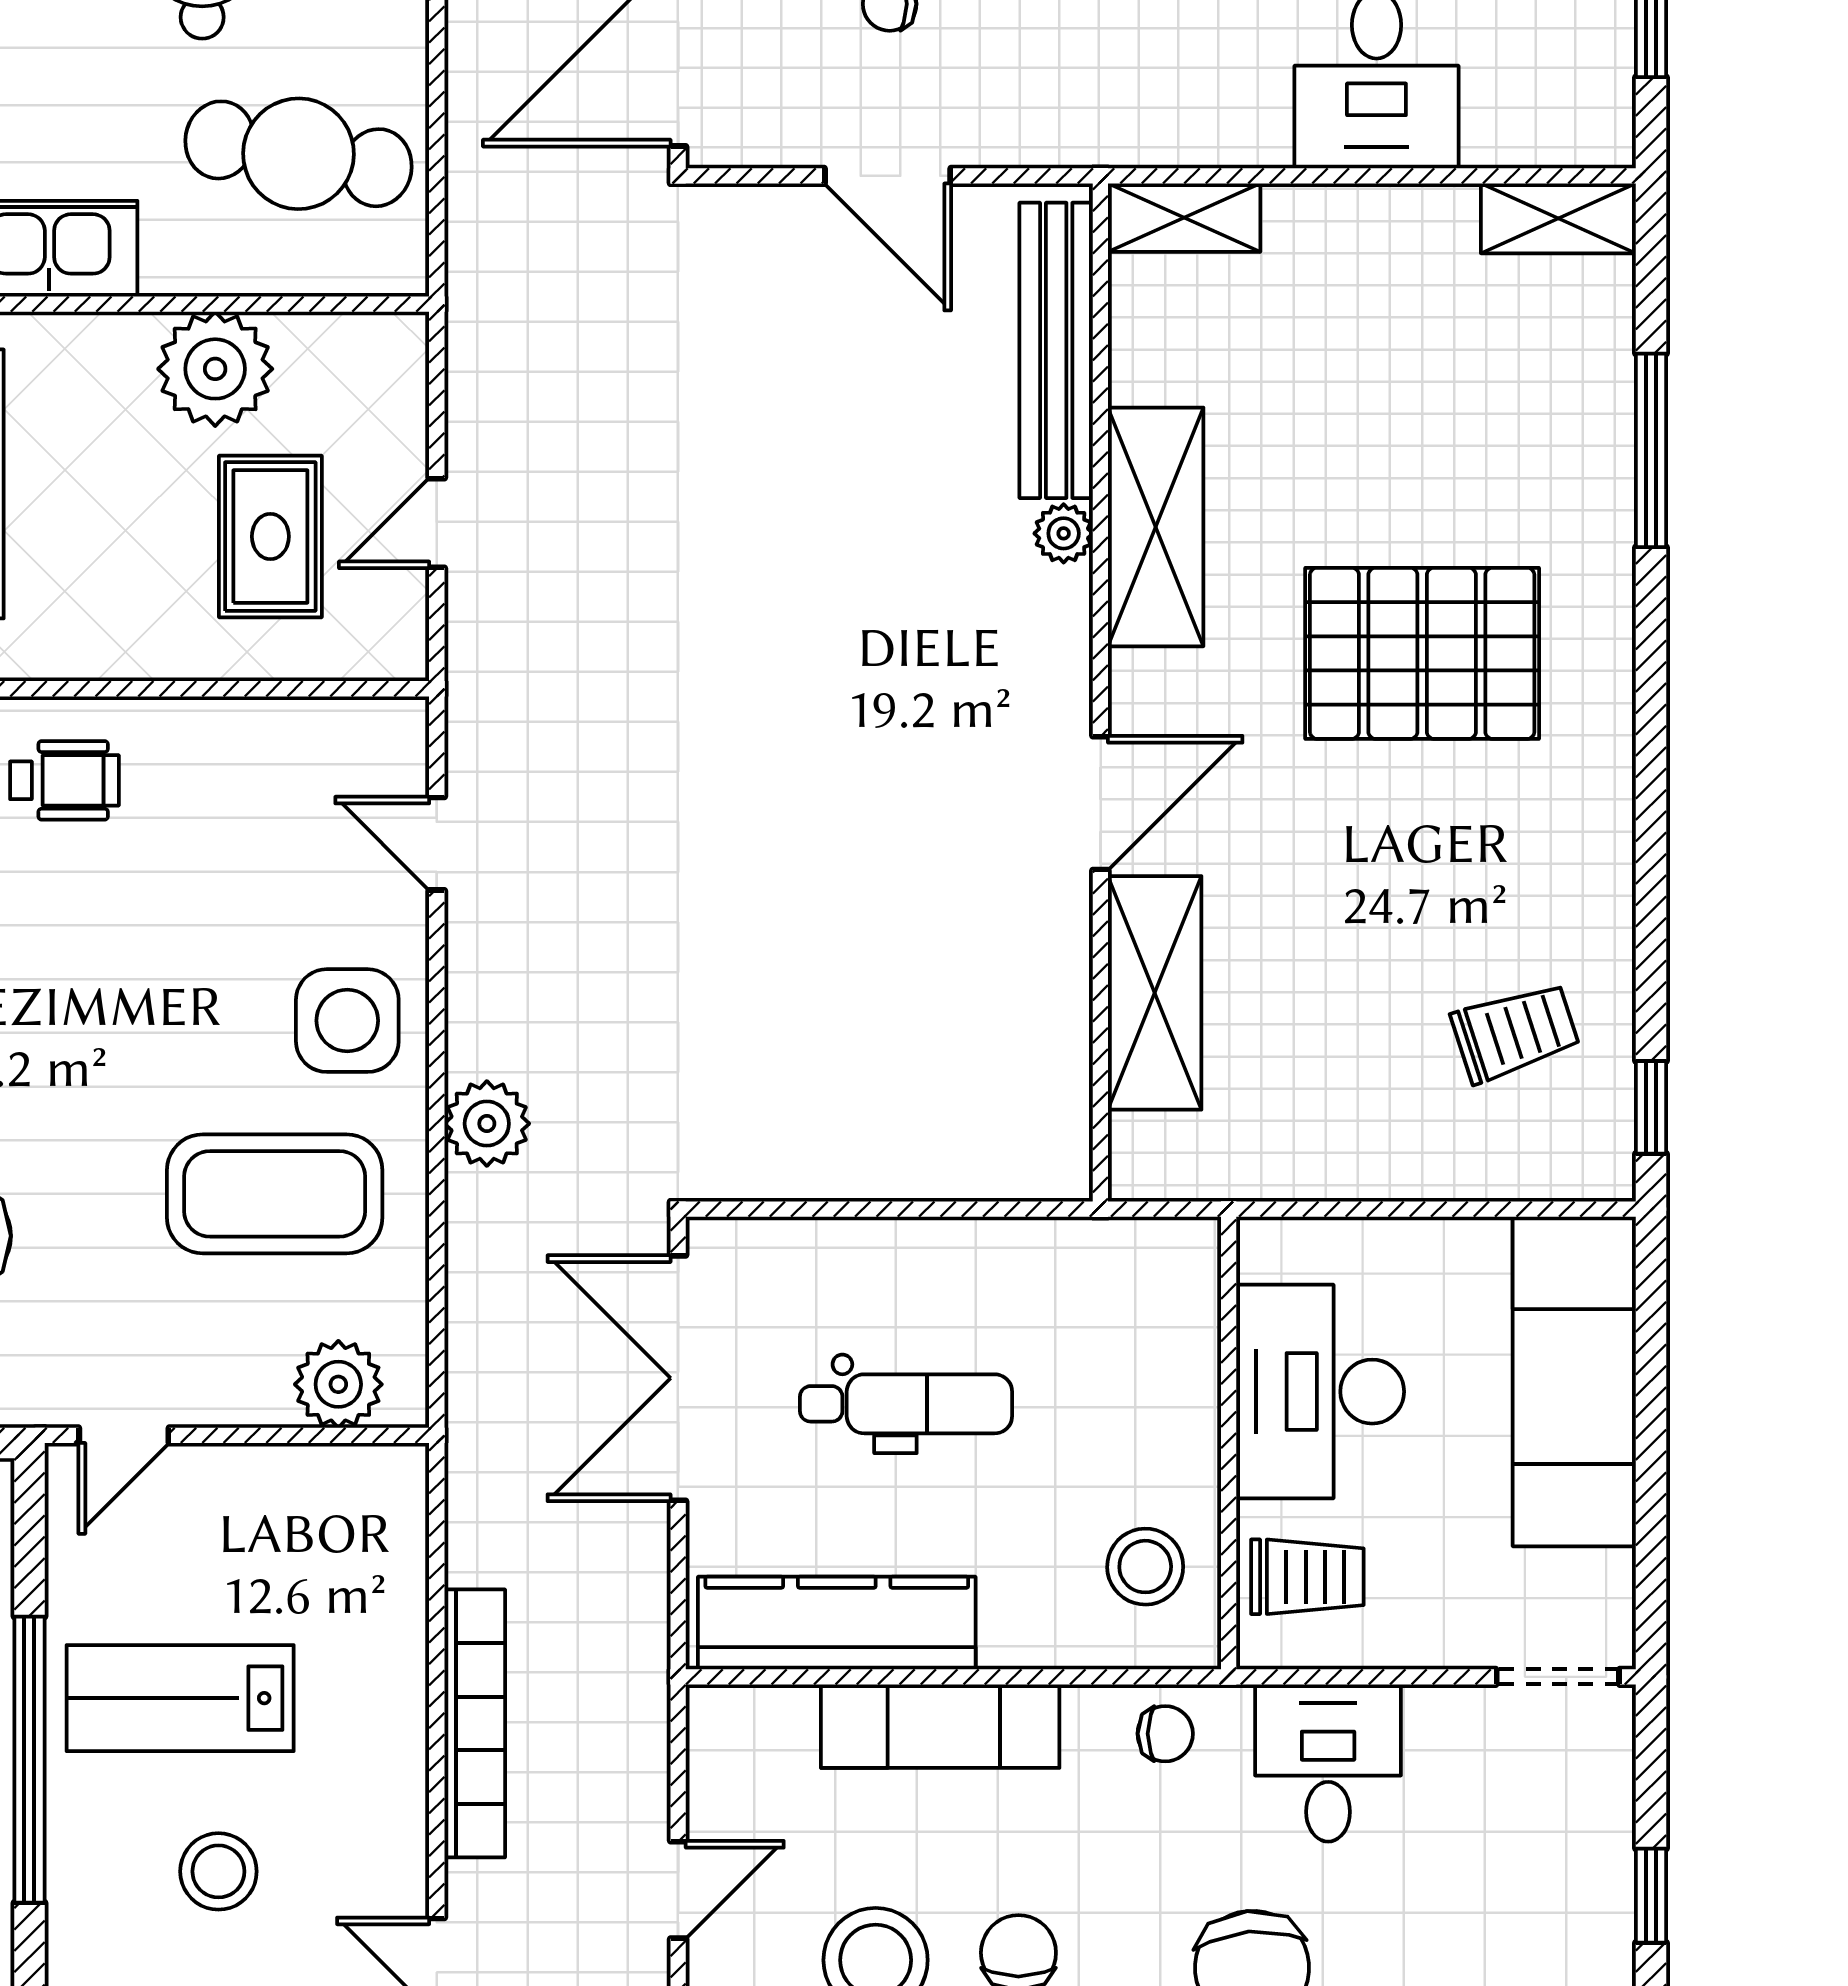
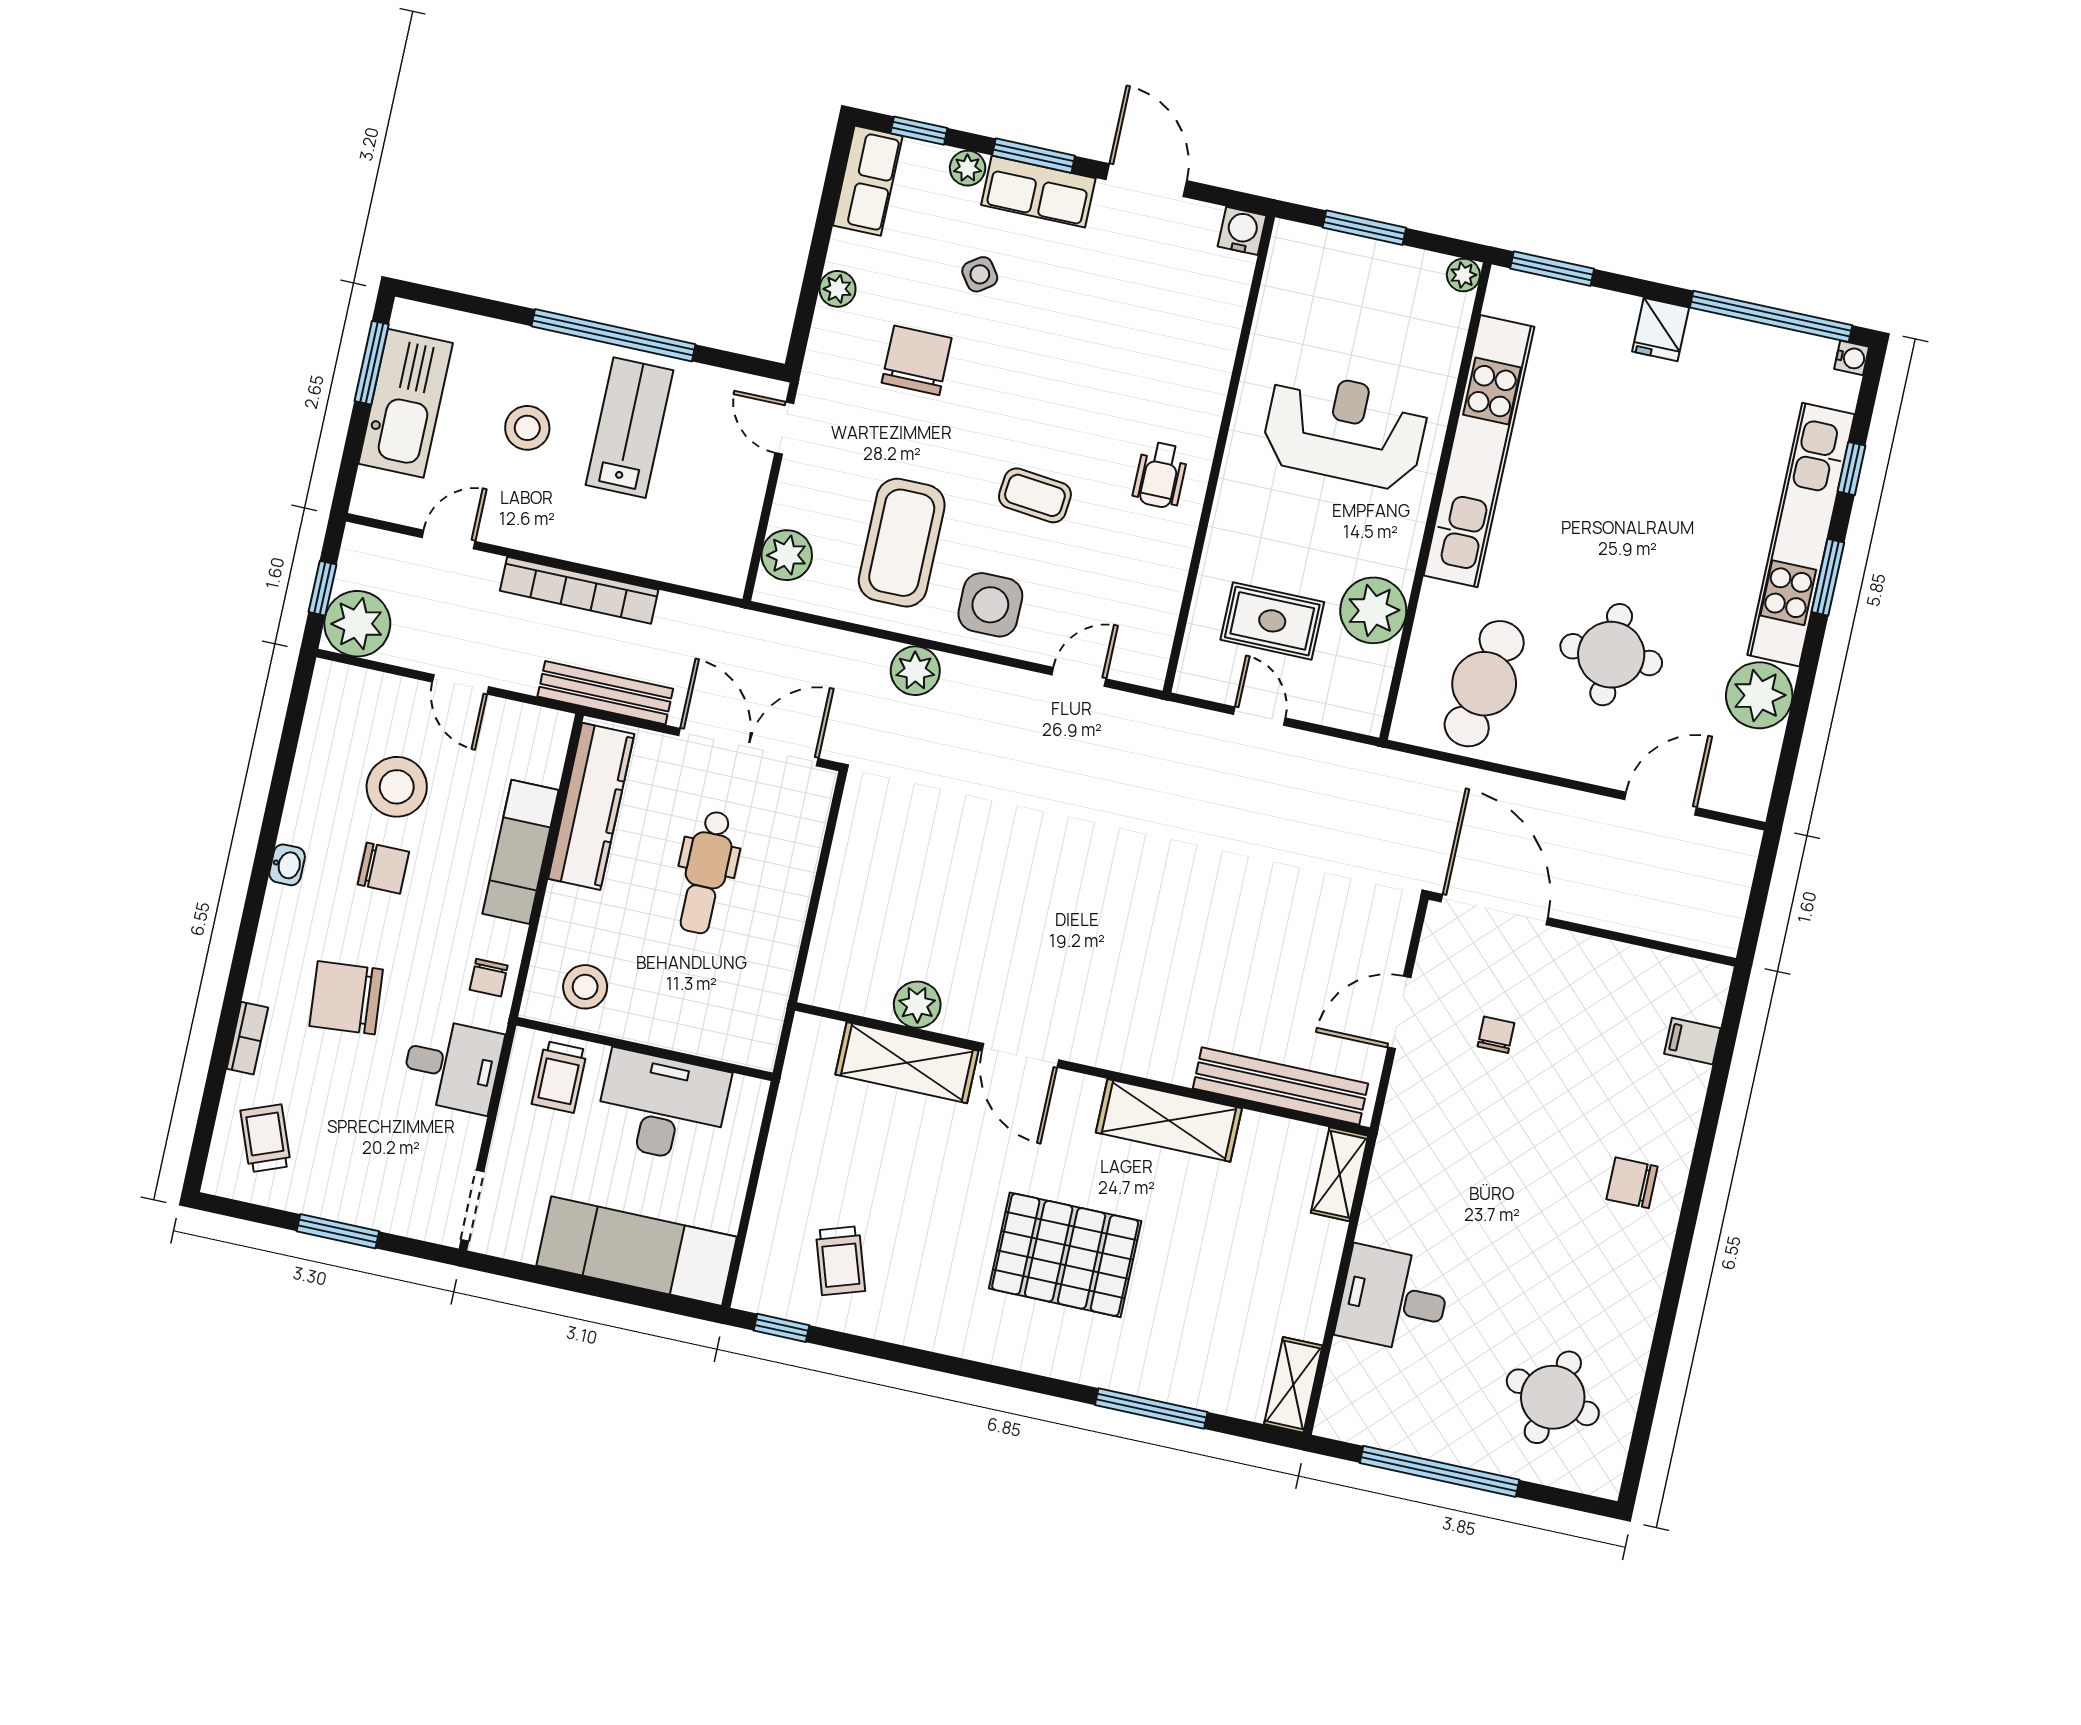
plant: (1064, 533) -> (917, 1005), moved, width x1.38, depth x1.38
pallet: (1422, 653) -> (1065, 1255), turned 90
coffee table: (145, 985) -> (1035, 495), added
bench: (639, 1641) -> (605, 693), added
window: (1651, 1896) -> (338, 1231), width x1.50

